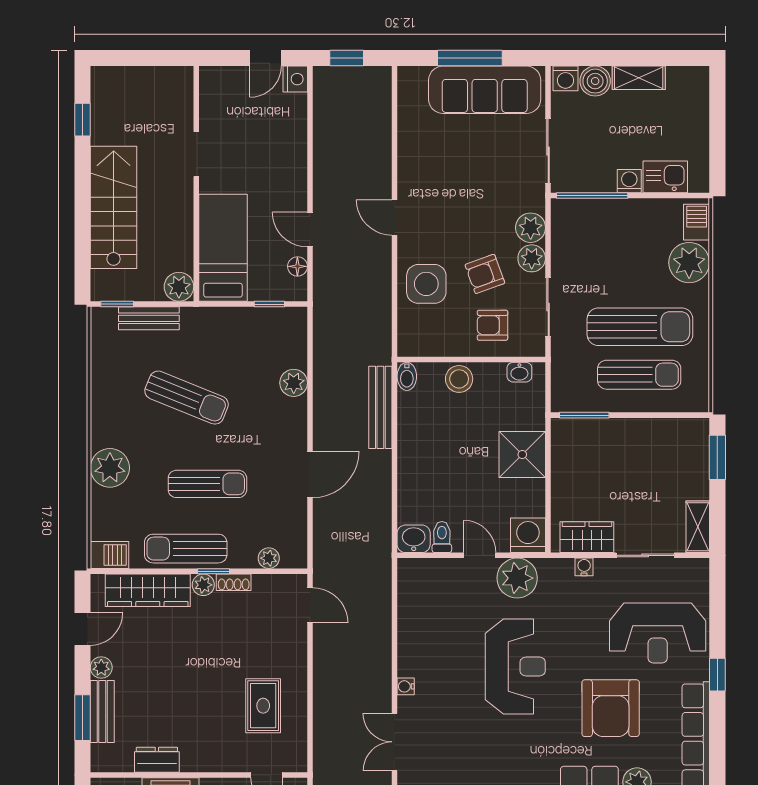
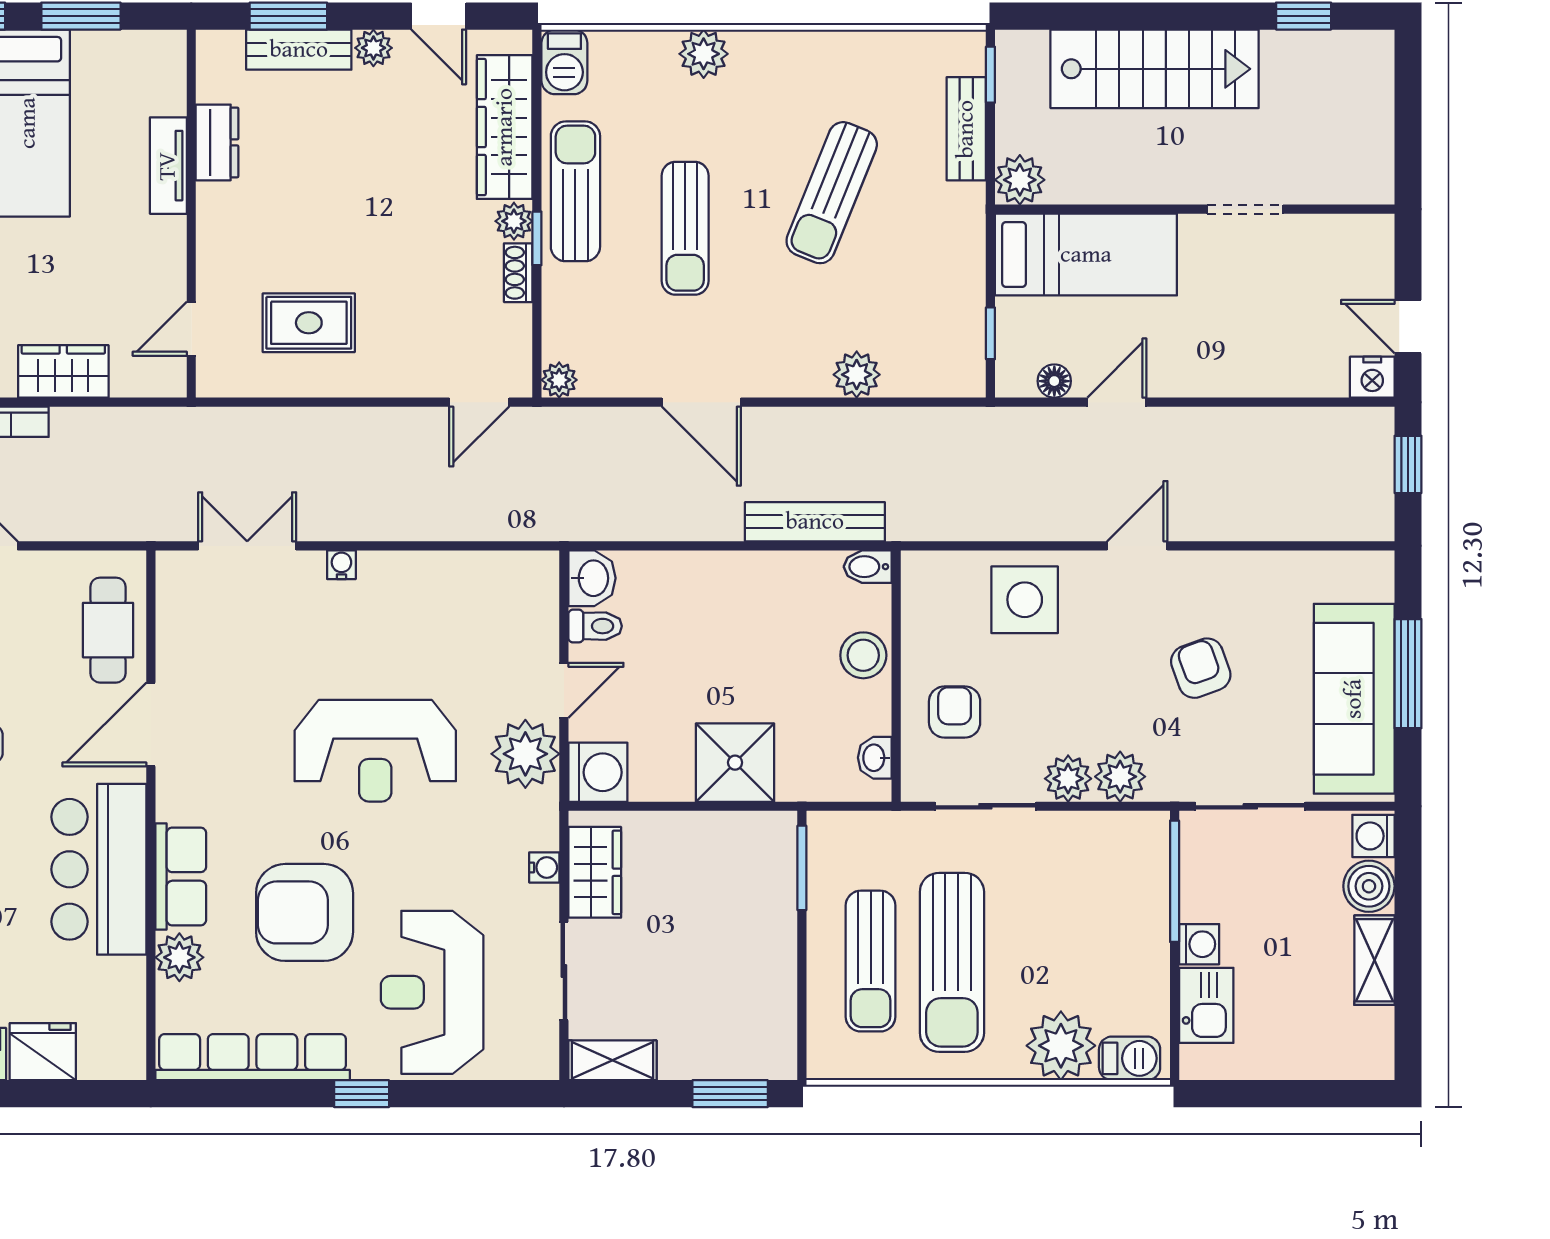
armchair: (485, 274) -> (1201, 668), moved
plant: (110, 468) -> (704, 54), width x0.73, depth x0.73
plant: (269, 558) -> (559, 380), moved

